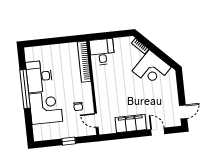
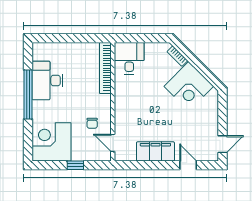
corner desk: (46, 108) -> (51, 142), moved, turned -90

